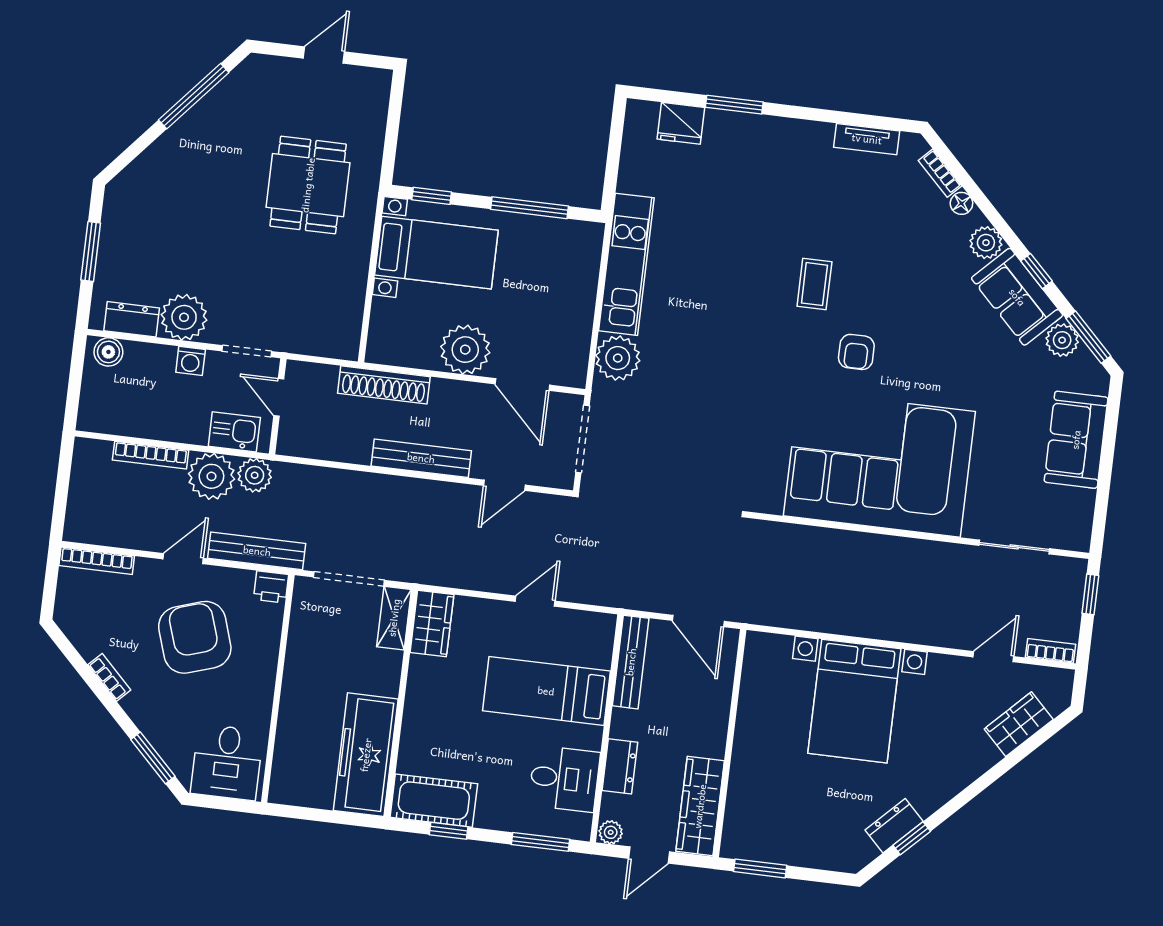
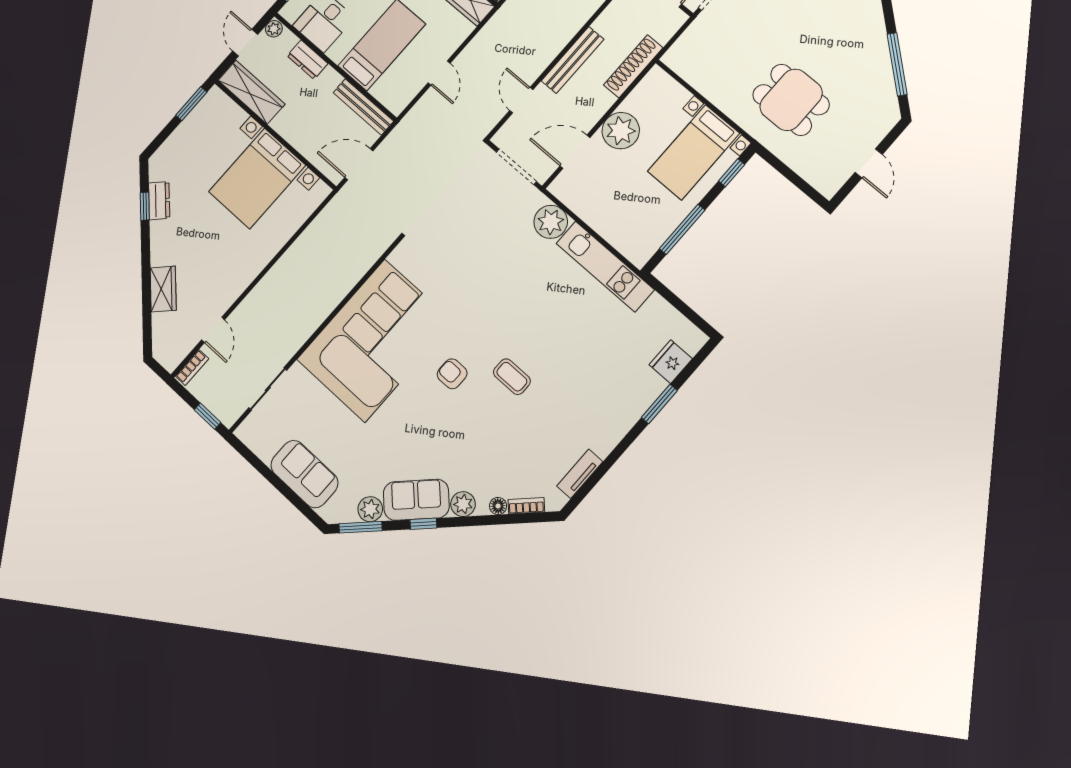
bed with nightstands: (854, 701) -> (257, 178), moved, turned -90
wardrobe: (1019, 724) -> (163, 289), moved

